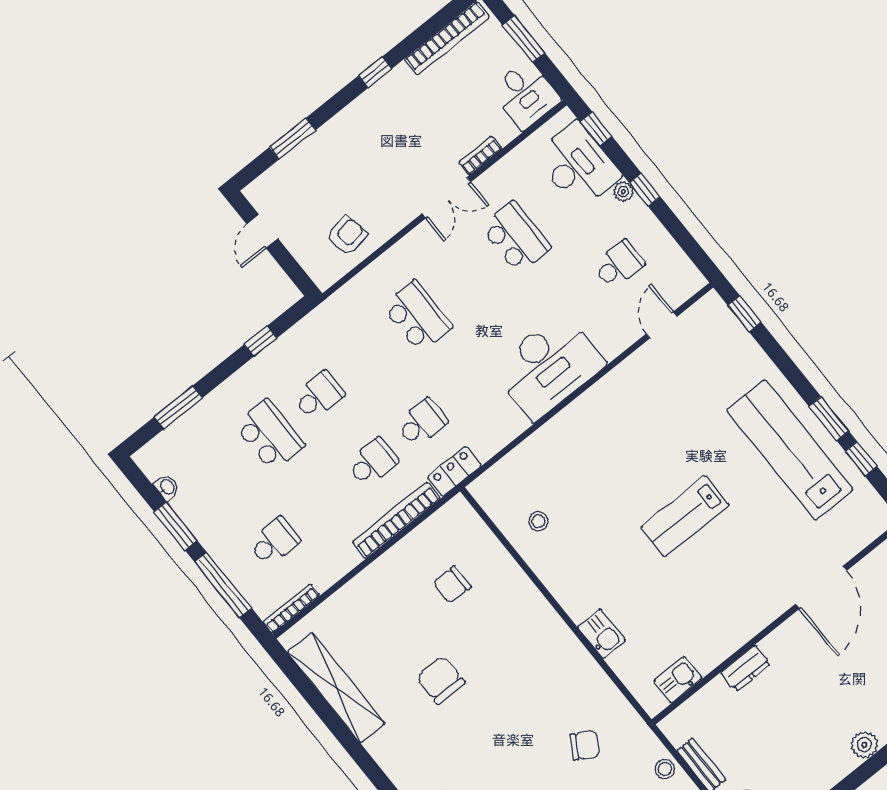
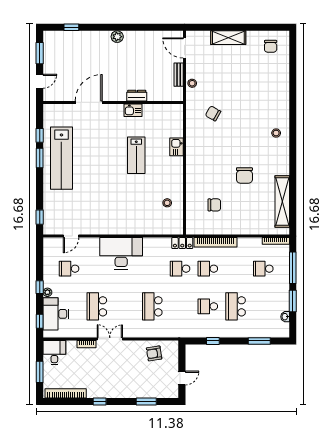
lab bench: (685, 516) -> (136, 155), moved, turned 90
kitchen sink: (678, 680) -> (133, 110), moved

